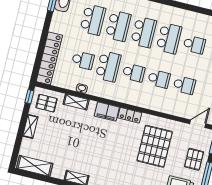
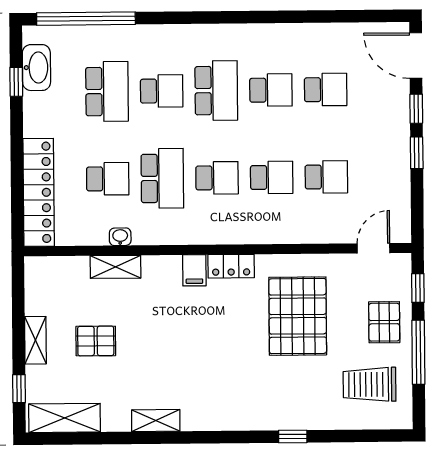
school desk: (118, 26) -> (162, 91), width x0.54
school desk: (169, 38) -> (271, 90), width x0.54
window: (29, 97) -> (19, 389), moved
pallet: (47, 103) -> (96, 341), moved
filing cabinet: (107, 112) -> (194, 270), width x0.50

